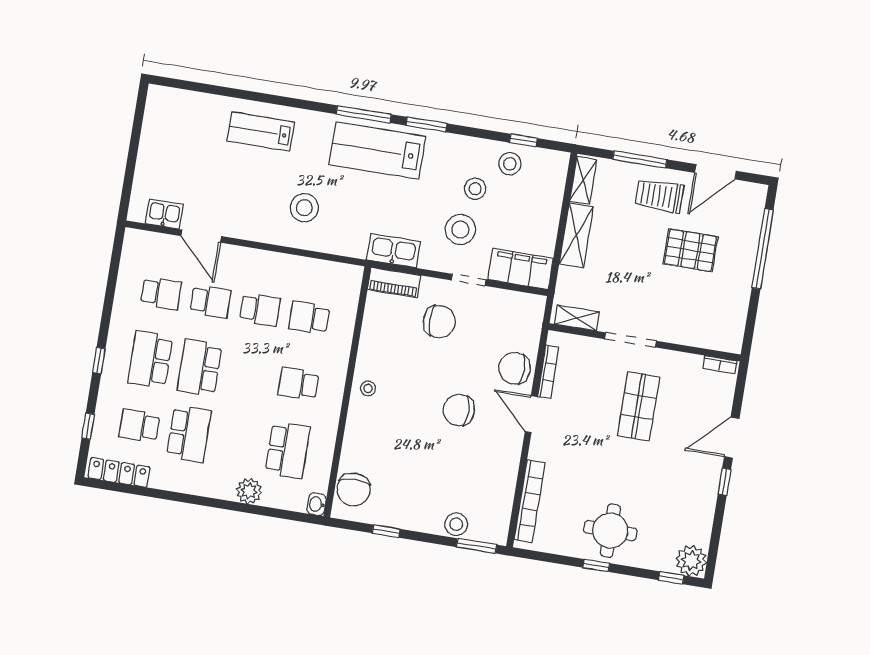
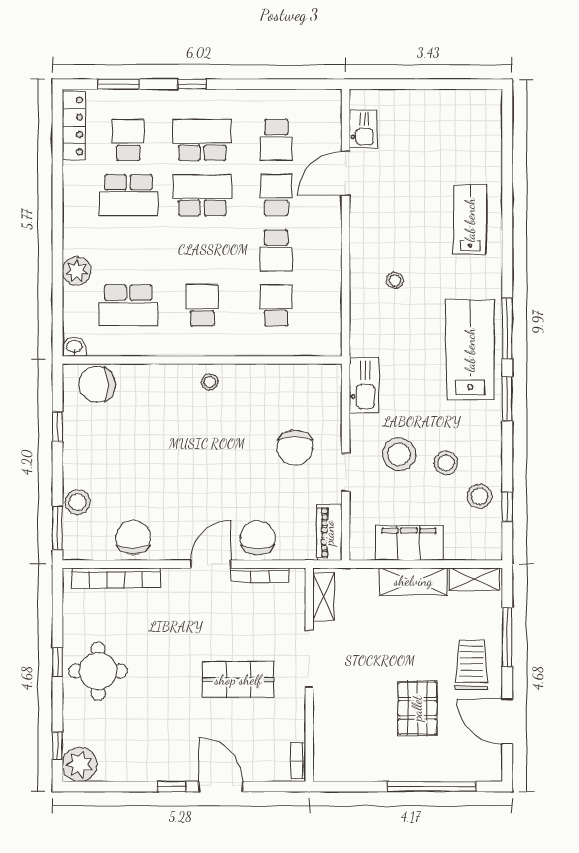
stool: (304, 208) -> (395, 280), width x0.53, depth x0.53
filing cabinet: (520, 269) -> (409, 543), moved, turned -90
piano: (394, 283) -> (329, 533), moved
school desk: (210, 301) -> (276, 195), turned 180
chair: (459, 410) -> (133, 537), moved
window: (88, 426) -> (119, 84), width x1.50

